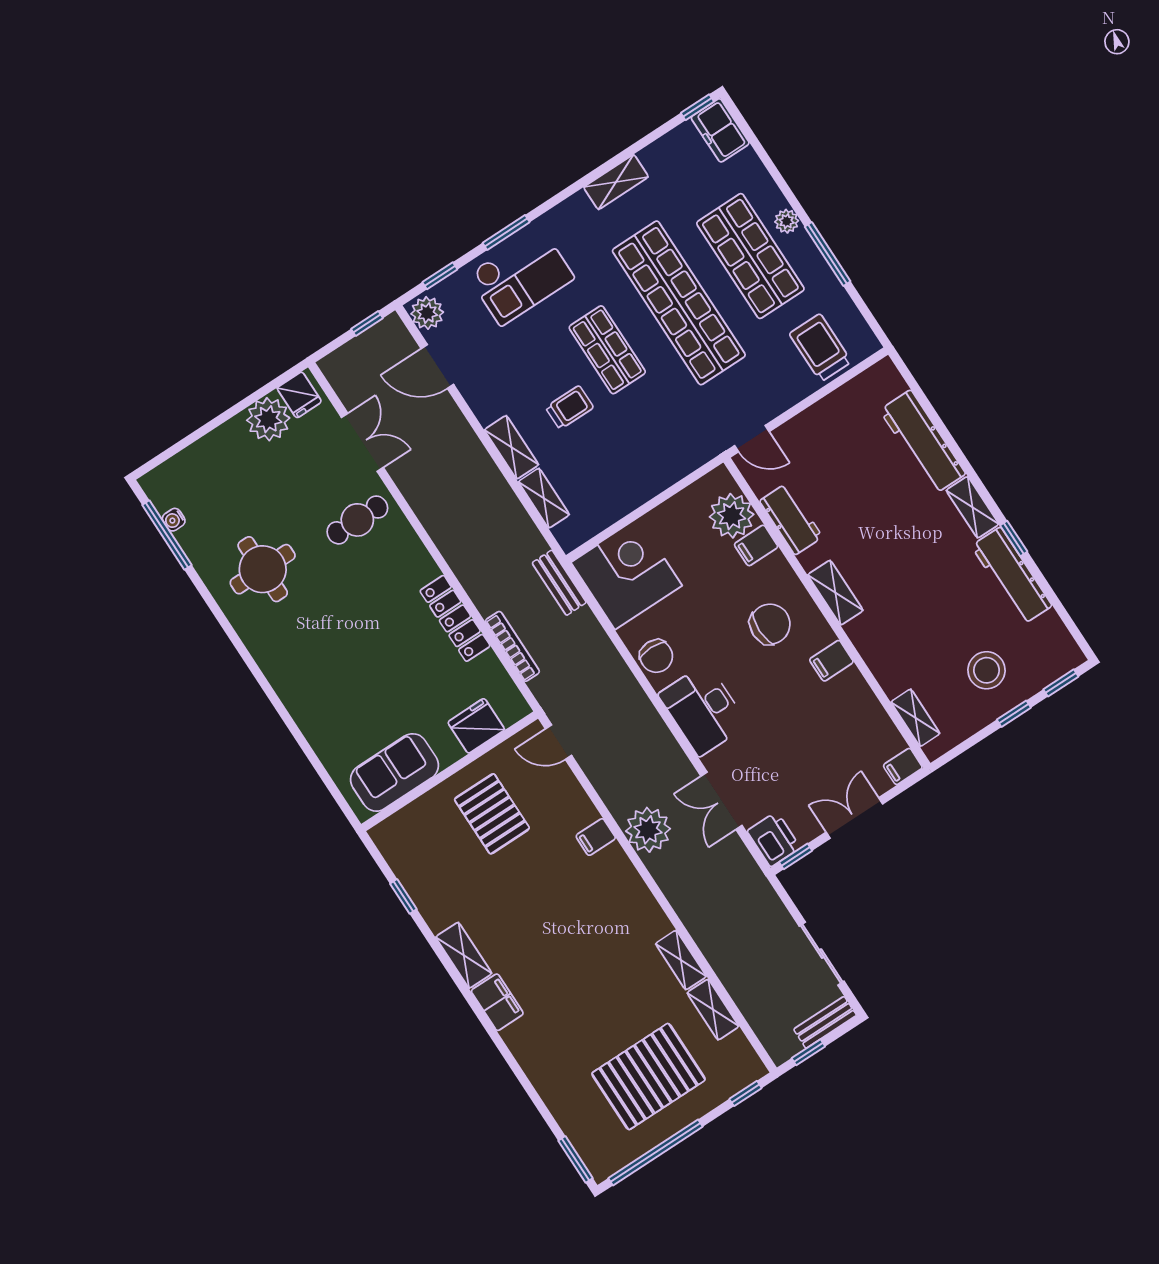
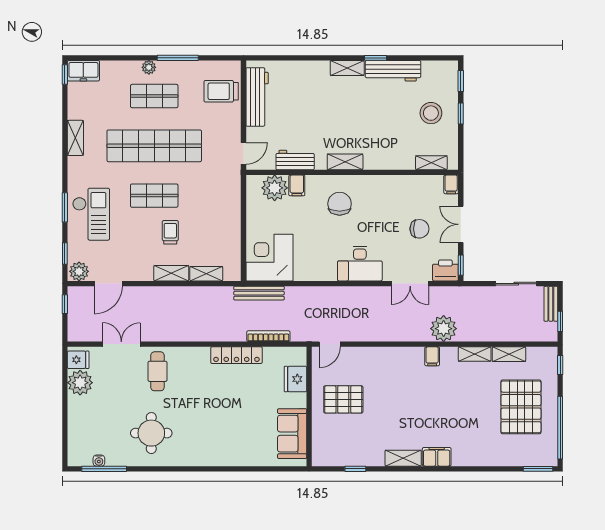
shop shelf: (750, 256) -> (154, 96), width x0.70, depth x0.74
workbench: (923, 442) -> (257, 97), moved, turned -90
bench: (559, 583) -> (259, 293), width x1.36
chair: (656, 656) -> (419, 229), moved
filing cabinet: (831, 661) -> (377, 186), removed
plant: (648, 830) -> (444, 329), moved
filing cabinet: (596, 837) -> (432, 356), moved

